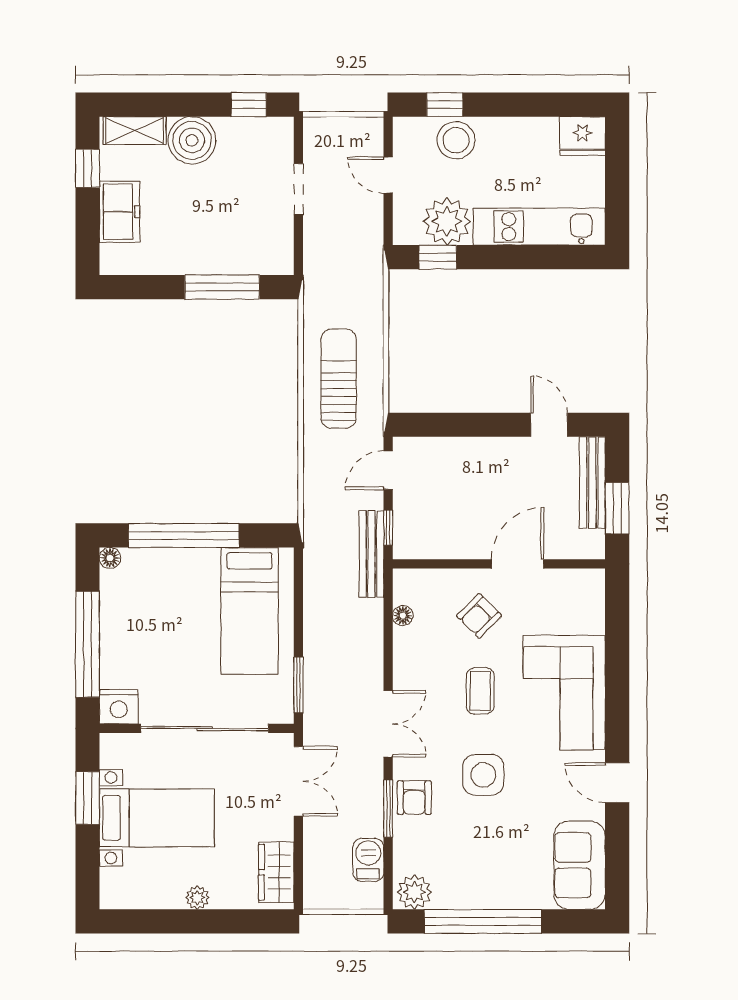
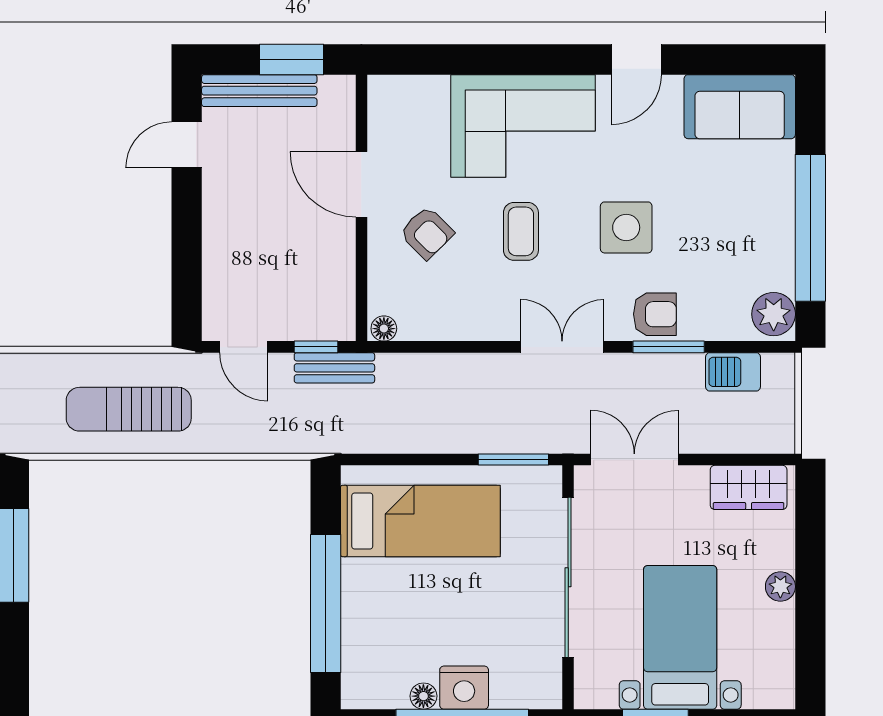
bench: (372, 554) -> (334, 368), width x0.73
floor lamp: (110, 558) -> (423, 696), moved
floor lamp: (403, 616) -> (384, 329), moved
coffee table: (480, 691) -> (521, 231), turned 90
nightstand: (119, 707) -> (464, 688), moved, turned 90

